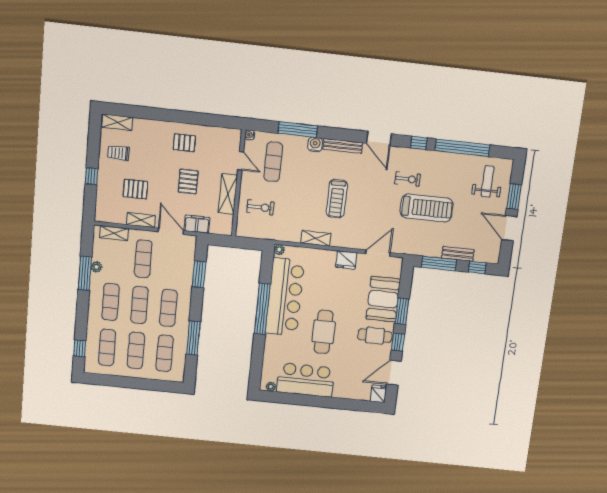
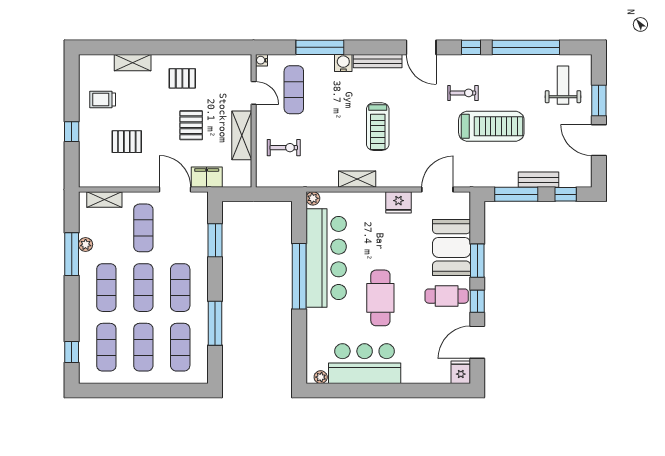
shelving: (117, 122) -> (133, 63), moved
shelving: (141, 220) -> (137, 179), removed

